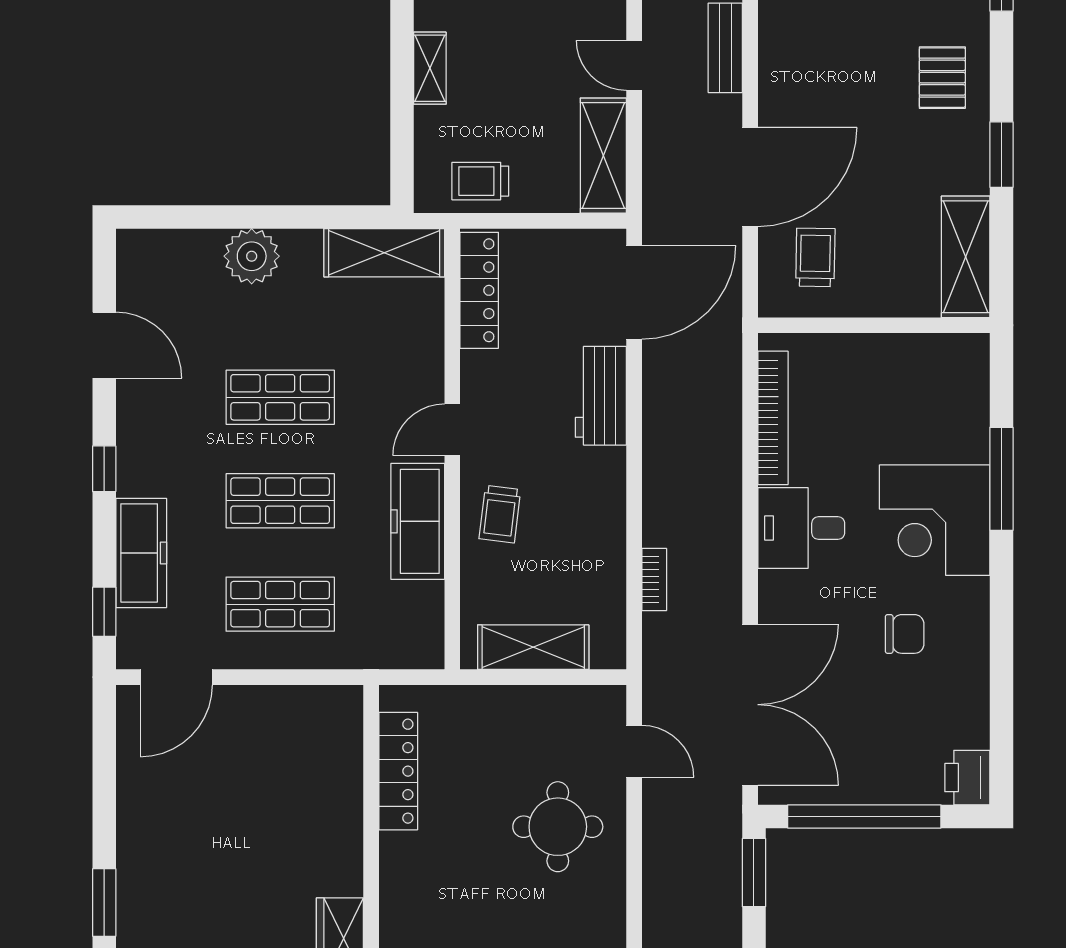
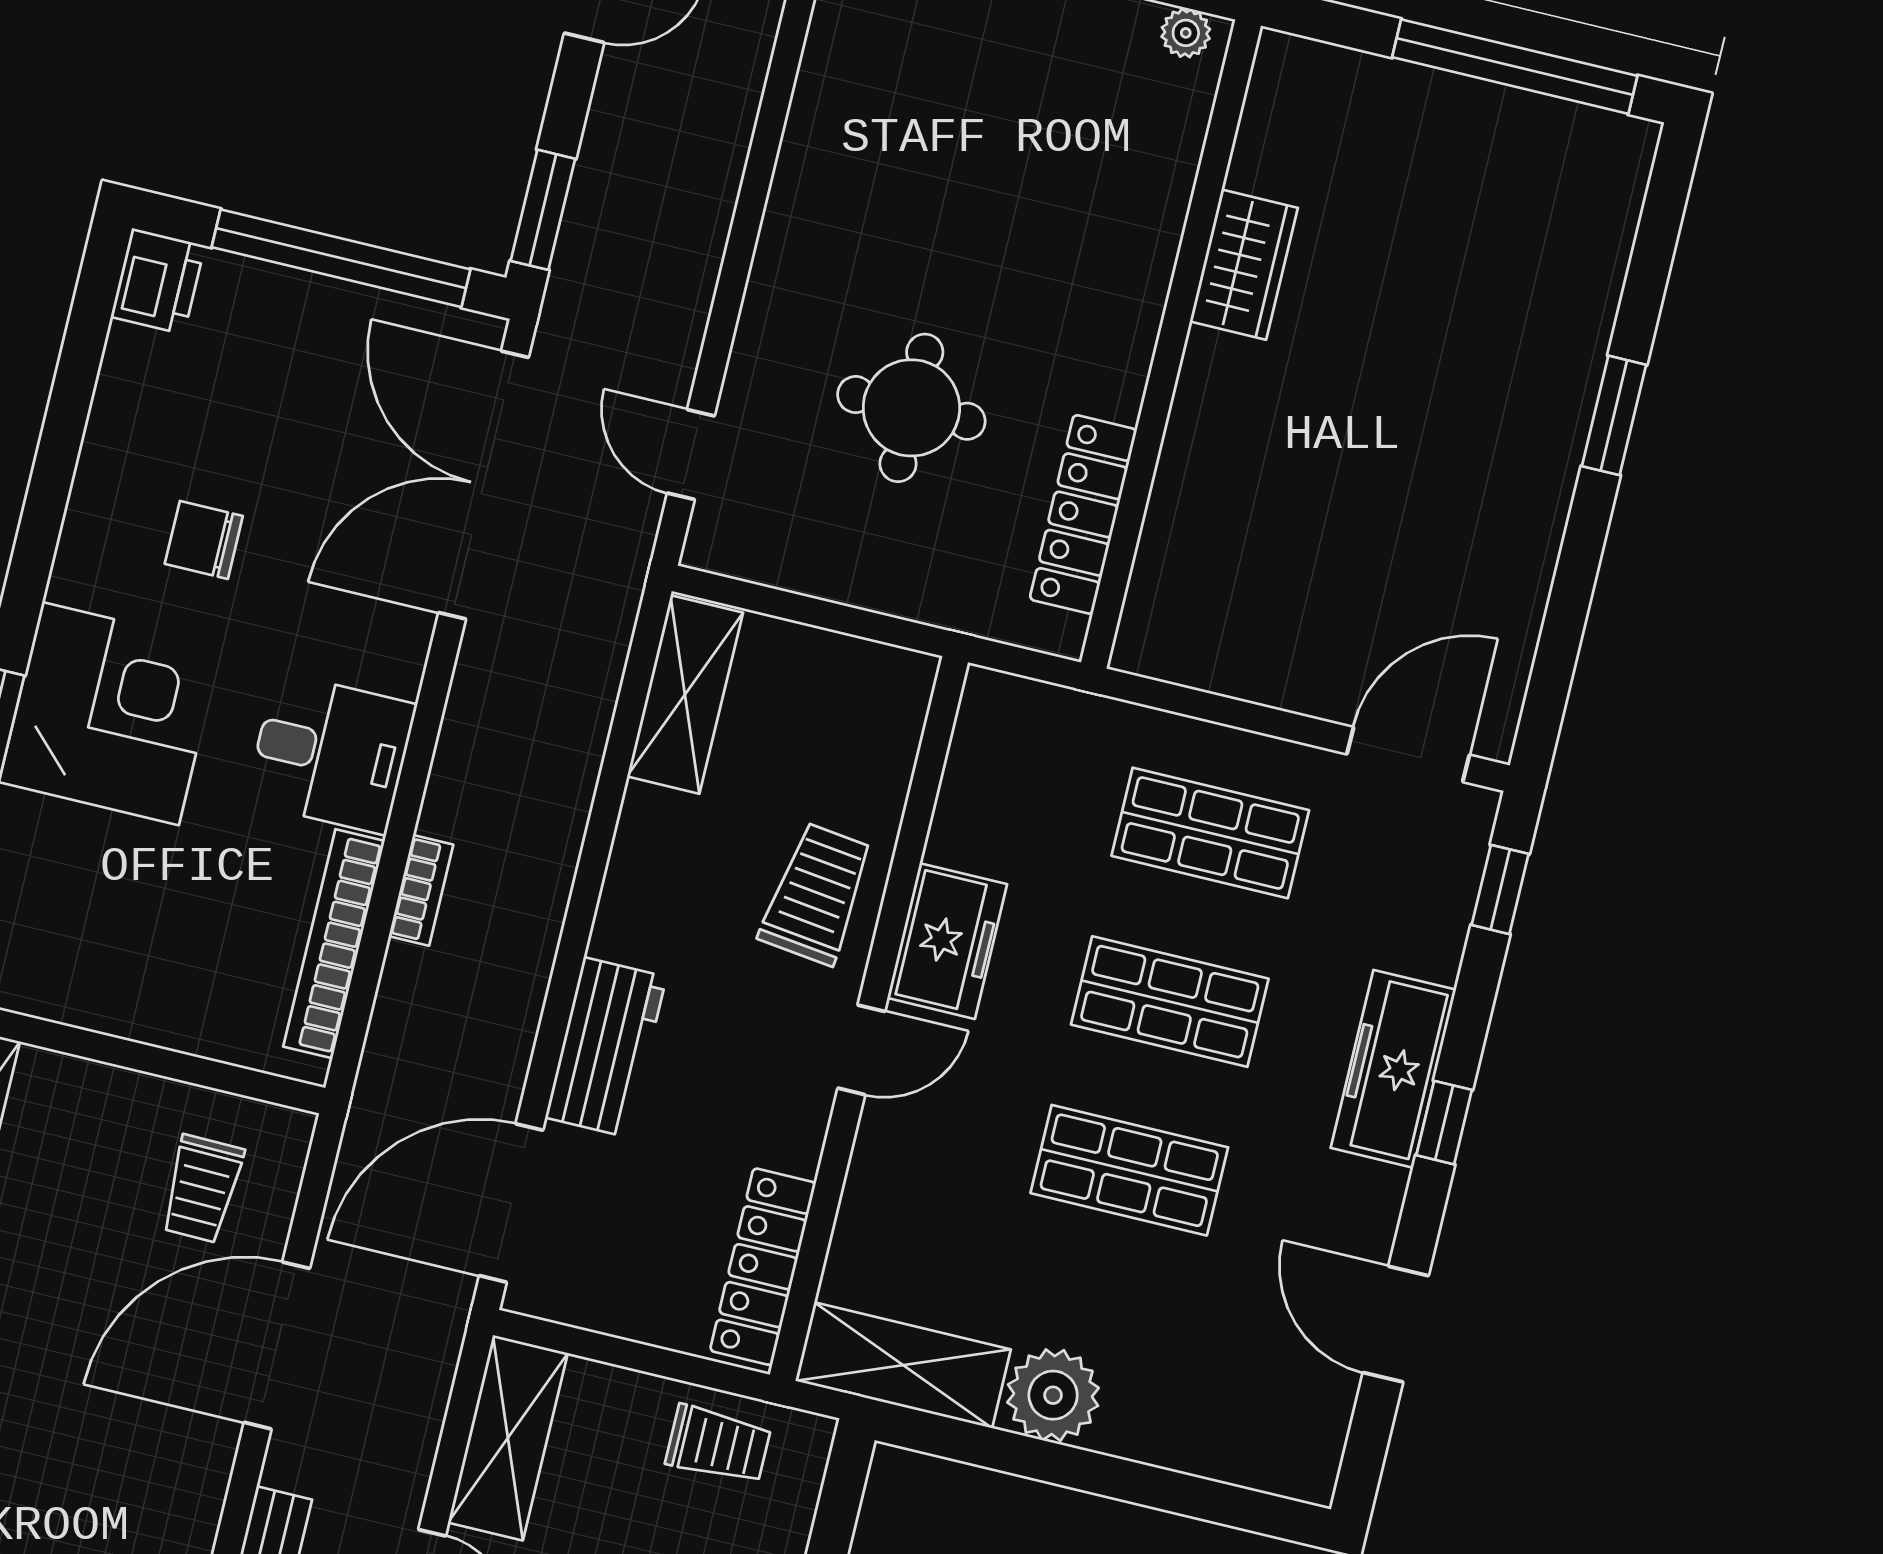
plant: (252, 256) -> (1053, 1395), moved
trolley: (500, 514) -> (817, 894), width x1.36, depth x1.39
freezer: (418, 521) -> (947, 941), width x0.71
freezer: (141, 553) -> (1393, 1069), moved
bookcase: (654, 580) -> (421, 890), moved, turned 180
shelving: (533, 647) -> (685, 695), moved, turned 90
round table: (558, 827) -> (911, 408), moved

